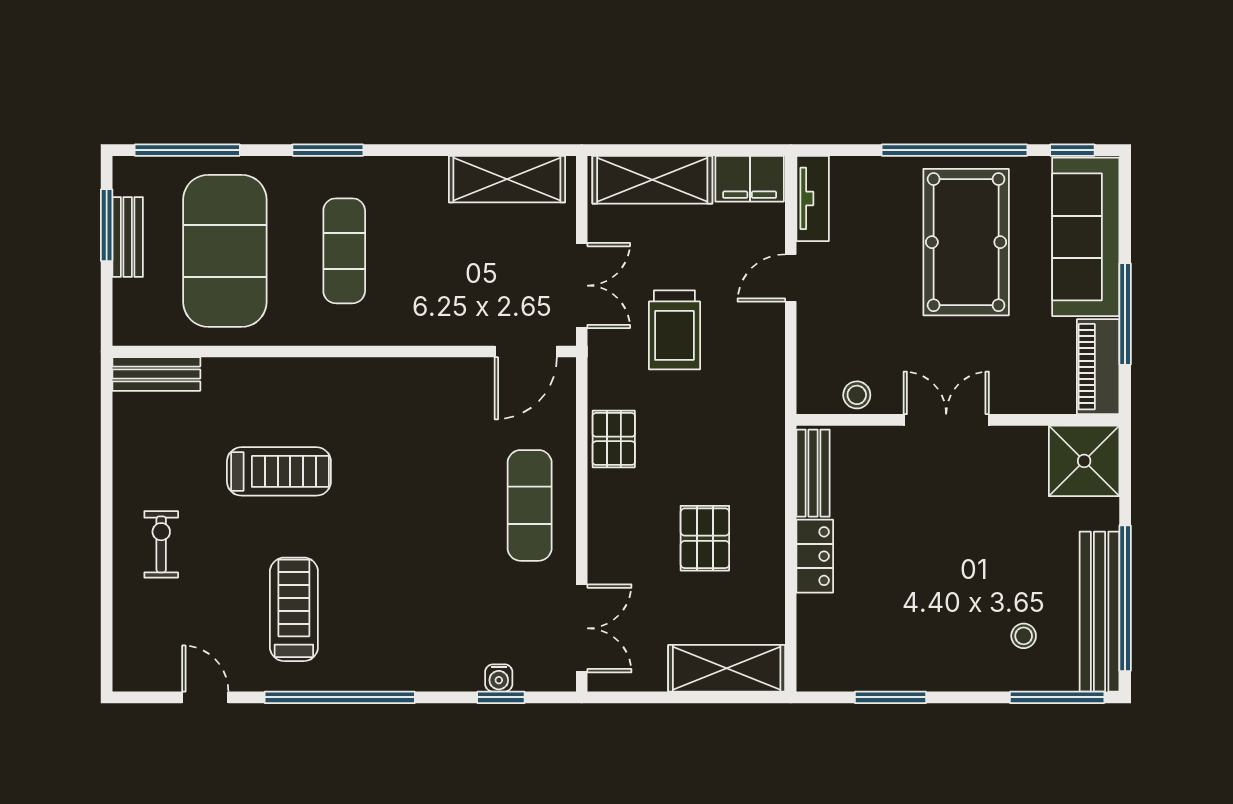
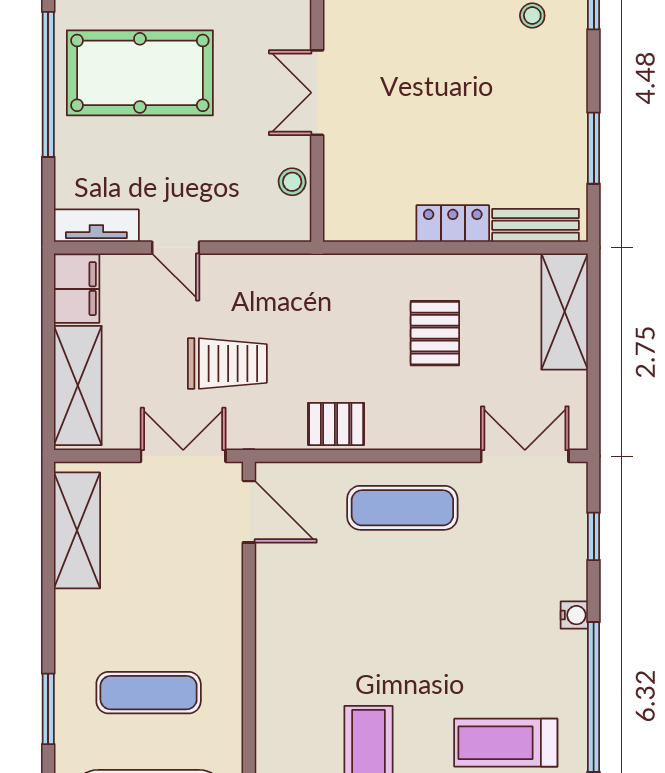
bench: (813, 473) -> (536, 225), moved
pallet: (705, 538) -> (435, 333), turned 90
water cooler: (499, 678) -> (574, 615), moved

